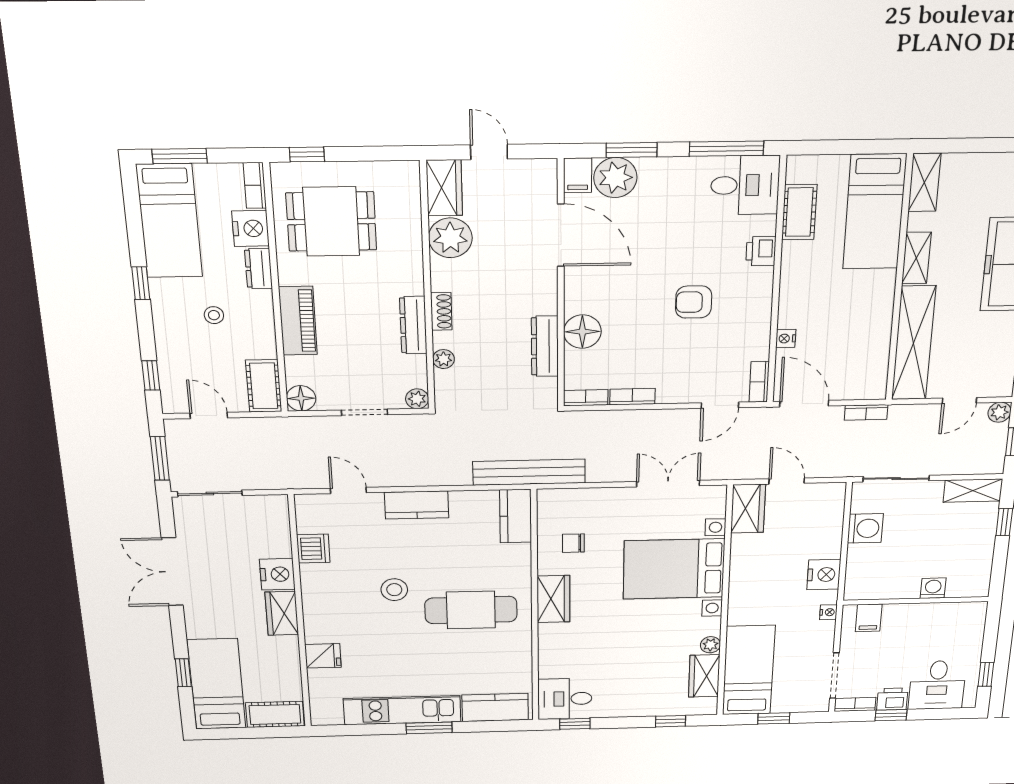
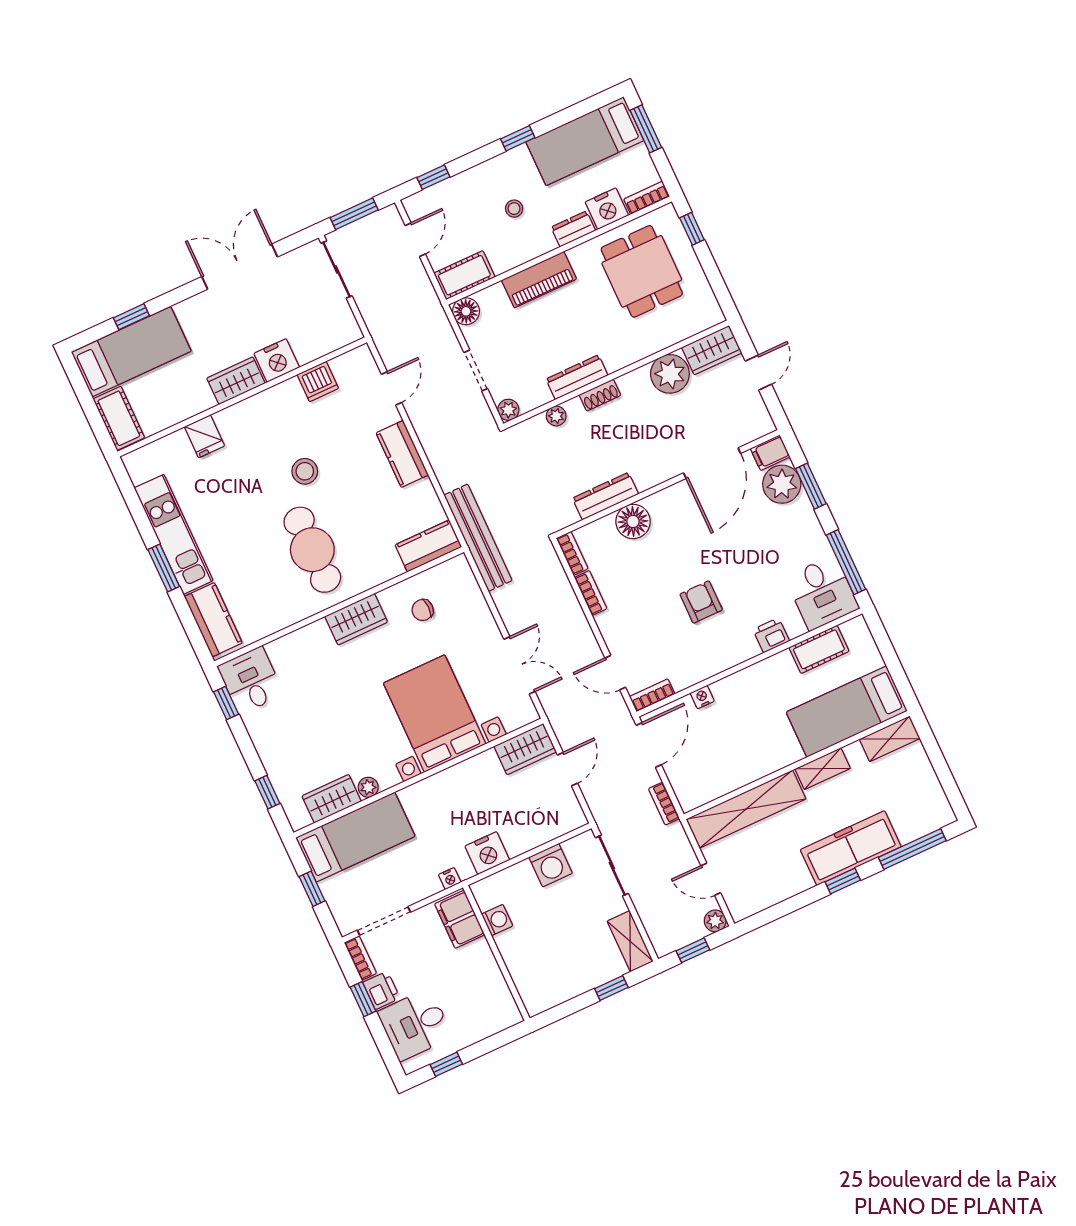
chair: (573, 543) -> (423, 610), turned -90
washing machine: (933, 588) -> (497, 920), moved
filing cabinet: (869, 618) -> (460, 919), width x2.00

